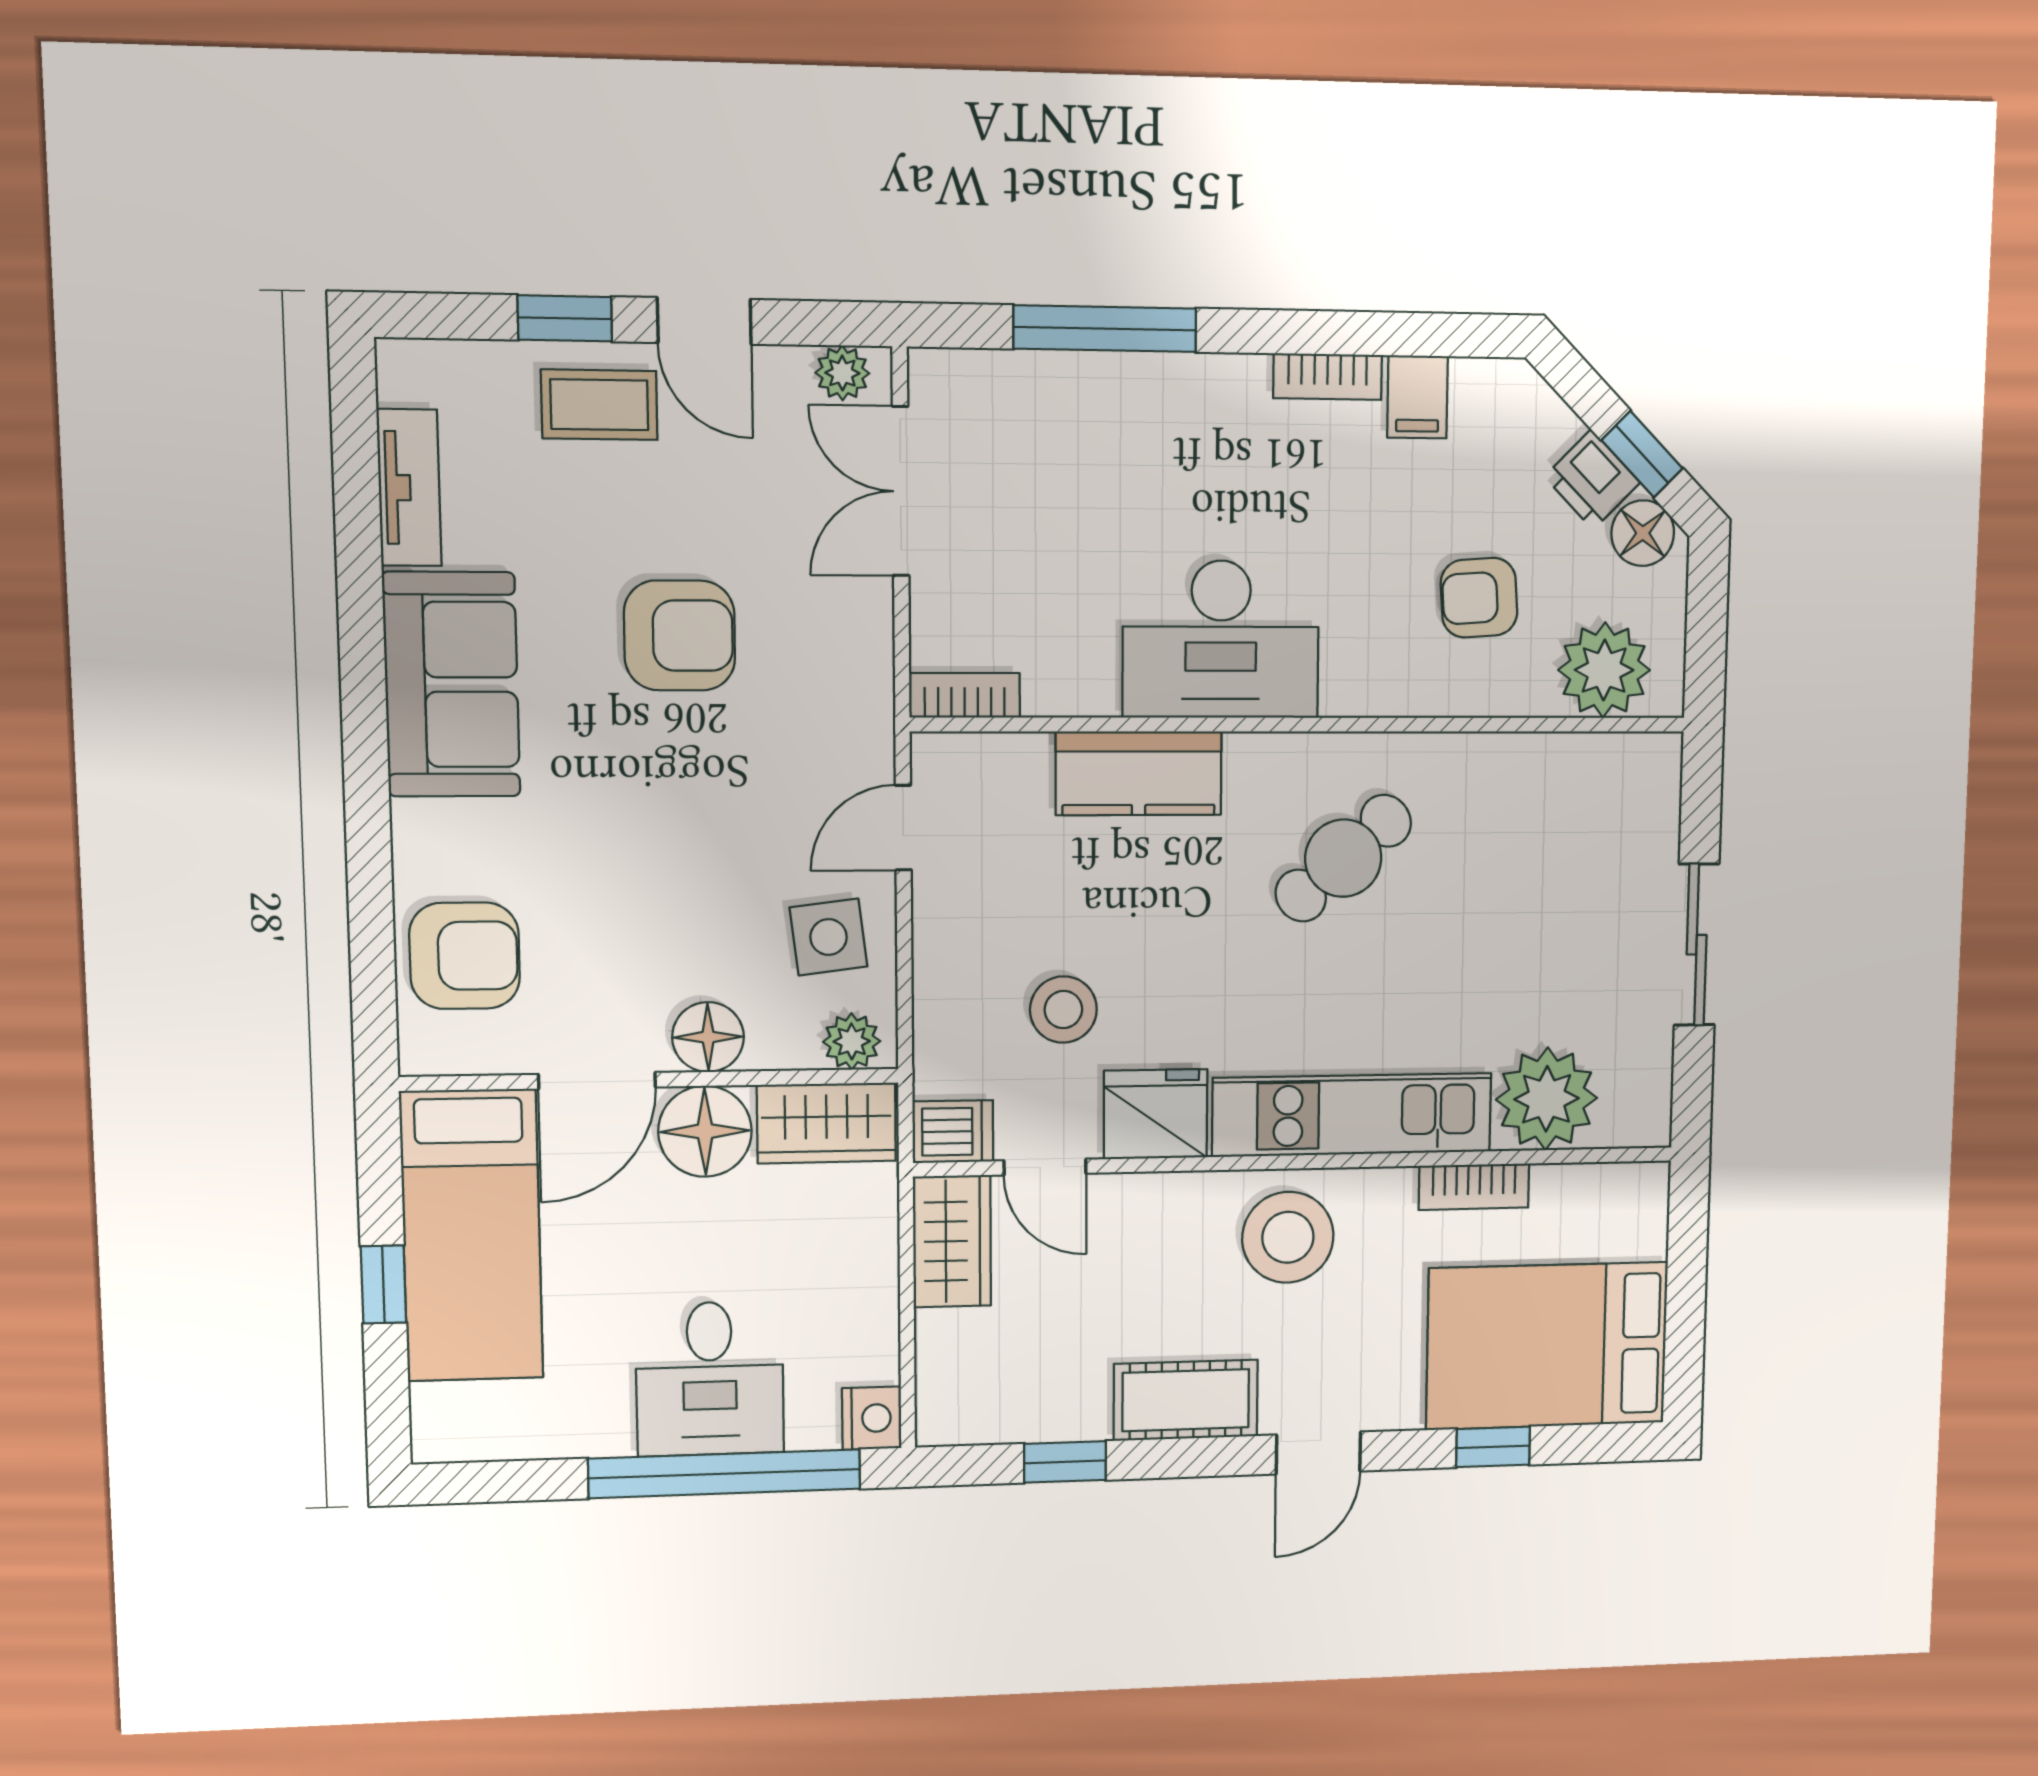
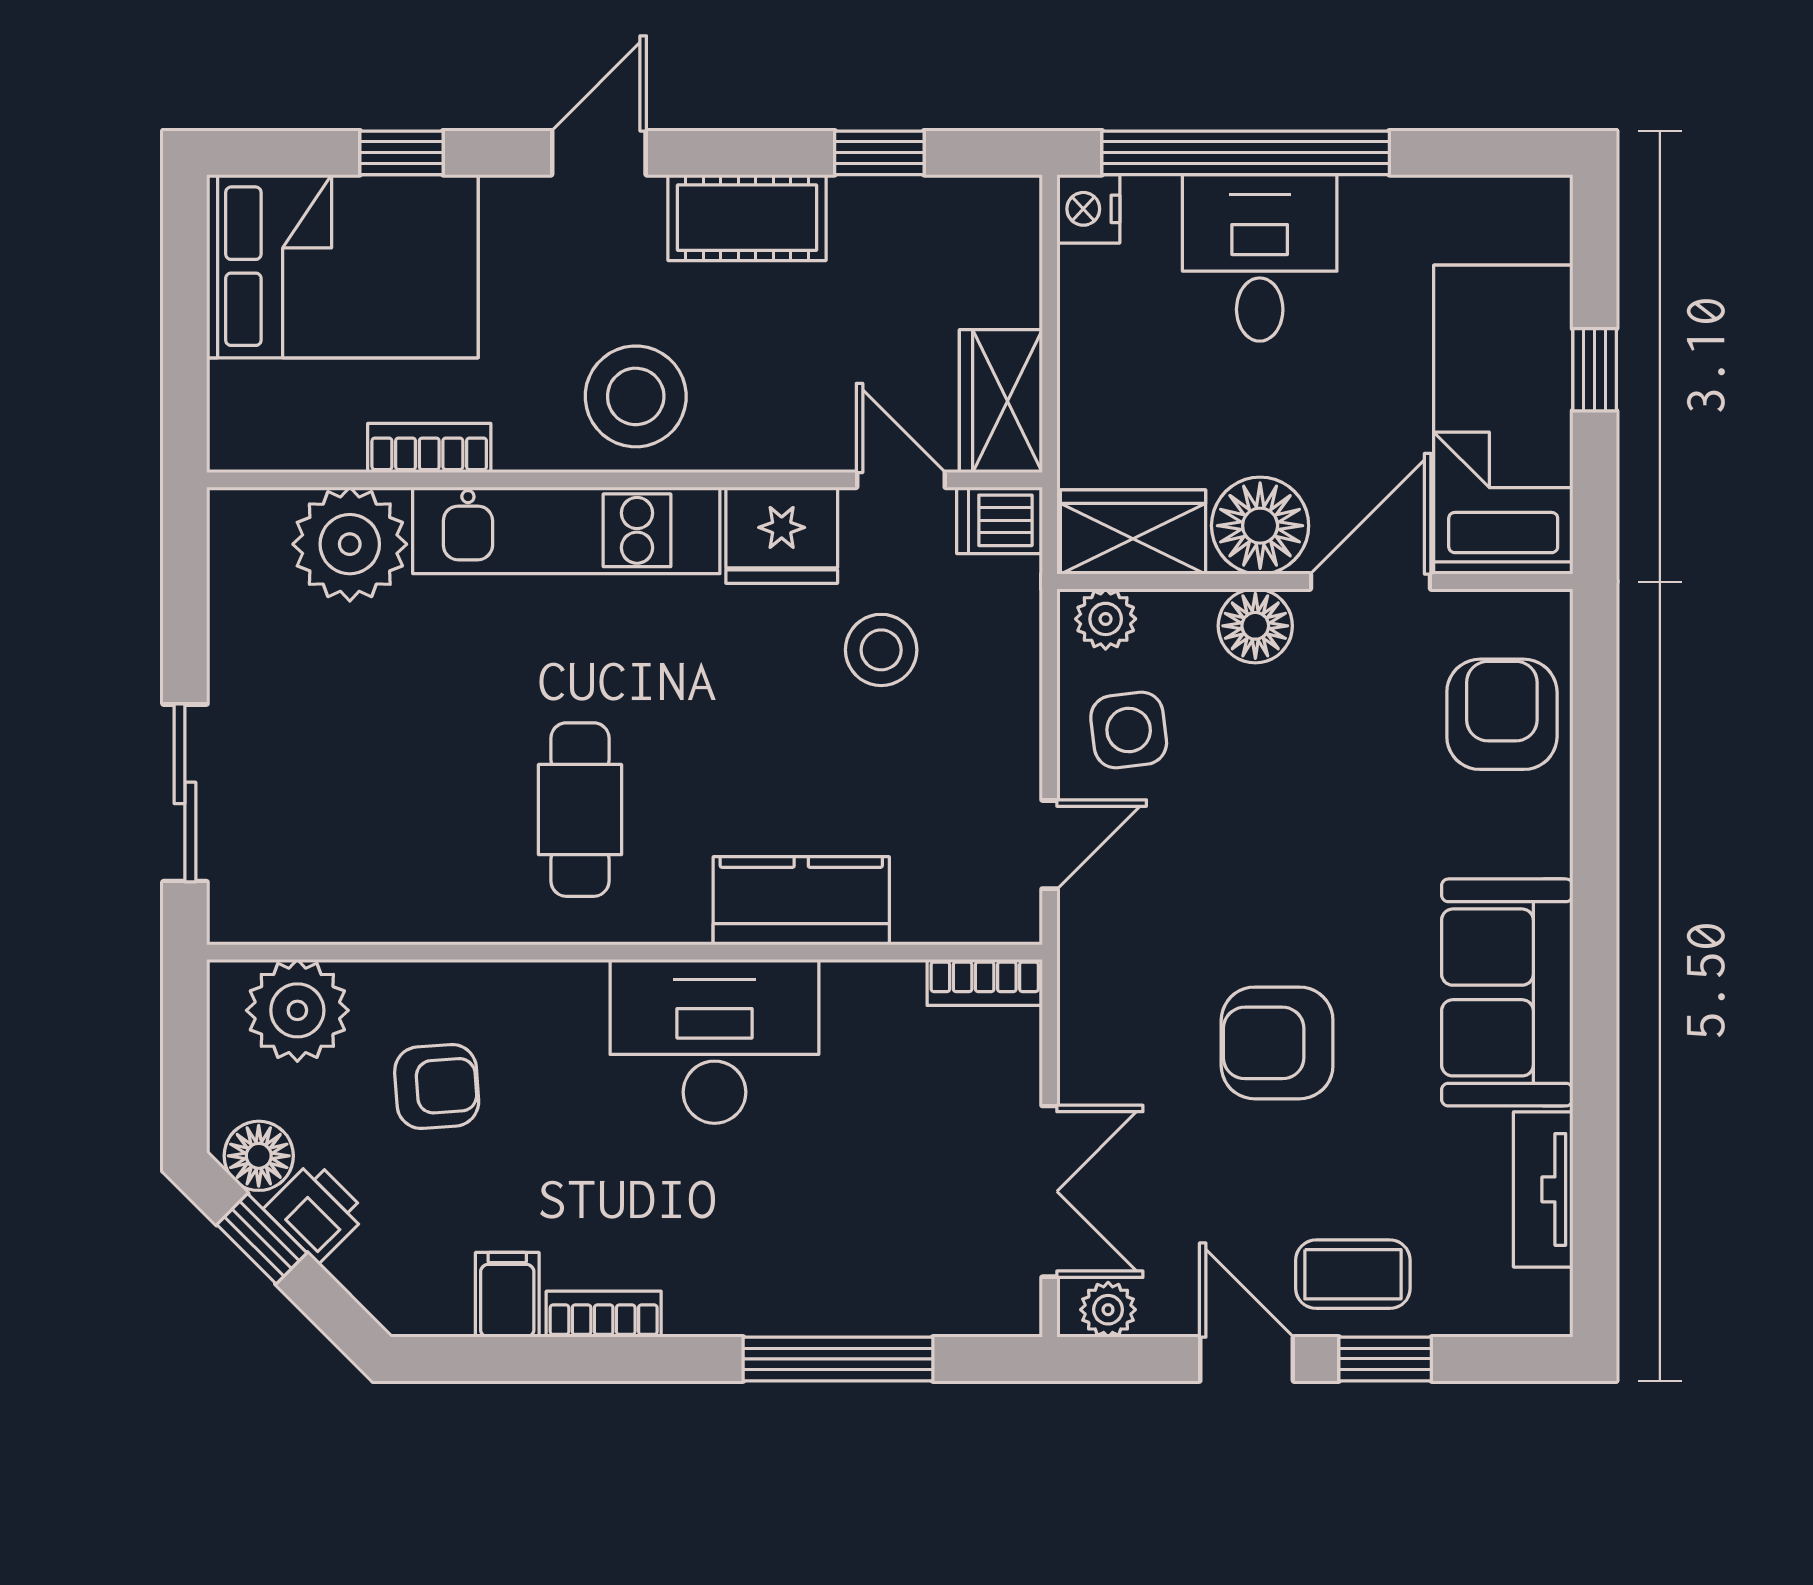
cafe table: (1343, 858) -> (580, 810), turned -49
sliding door: (1697, 945) -> (185, 793), moved
armchair: (465, 956) -> (1502, 714), turned 90

